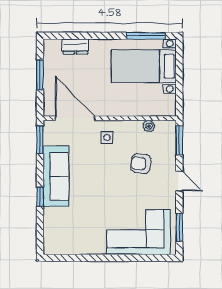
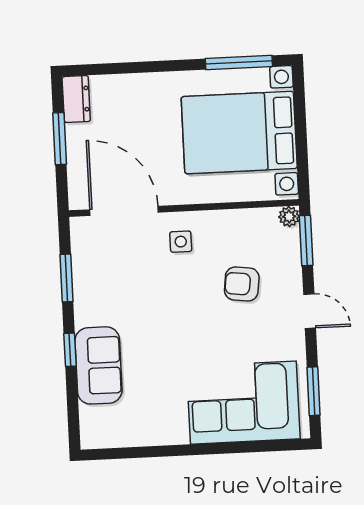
dresser: (75, 46) -> (76, 99), moved, turned -90
bed with nightstands: (144, 66) -> (239, 133), width x1.36
plant: (149, 126) -> (289, 217), moved
window: (40, 140) -> (66, 278), moved
sofa: (56, 176) -> (98, 365), moved, width x0.73

